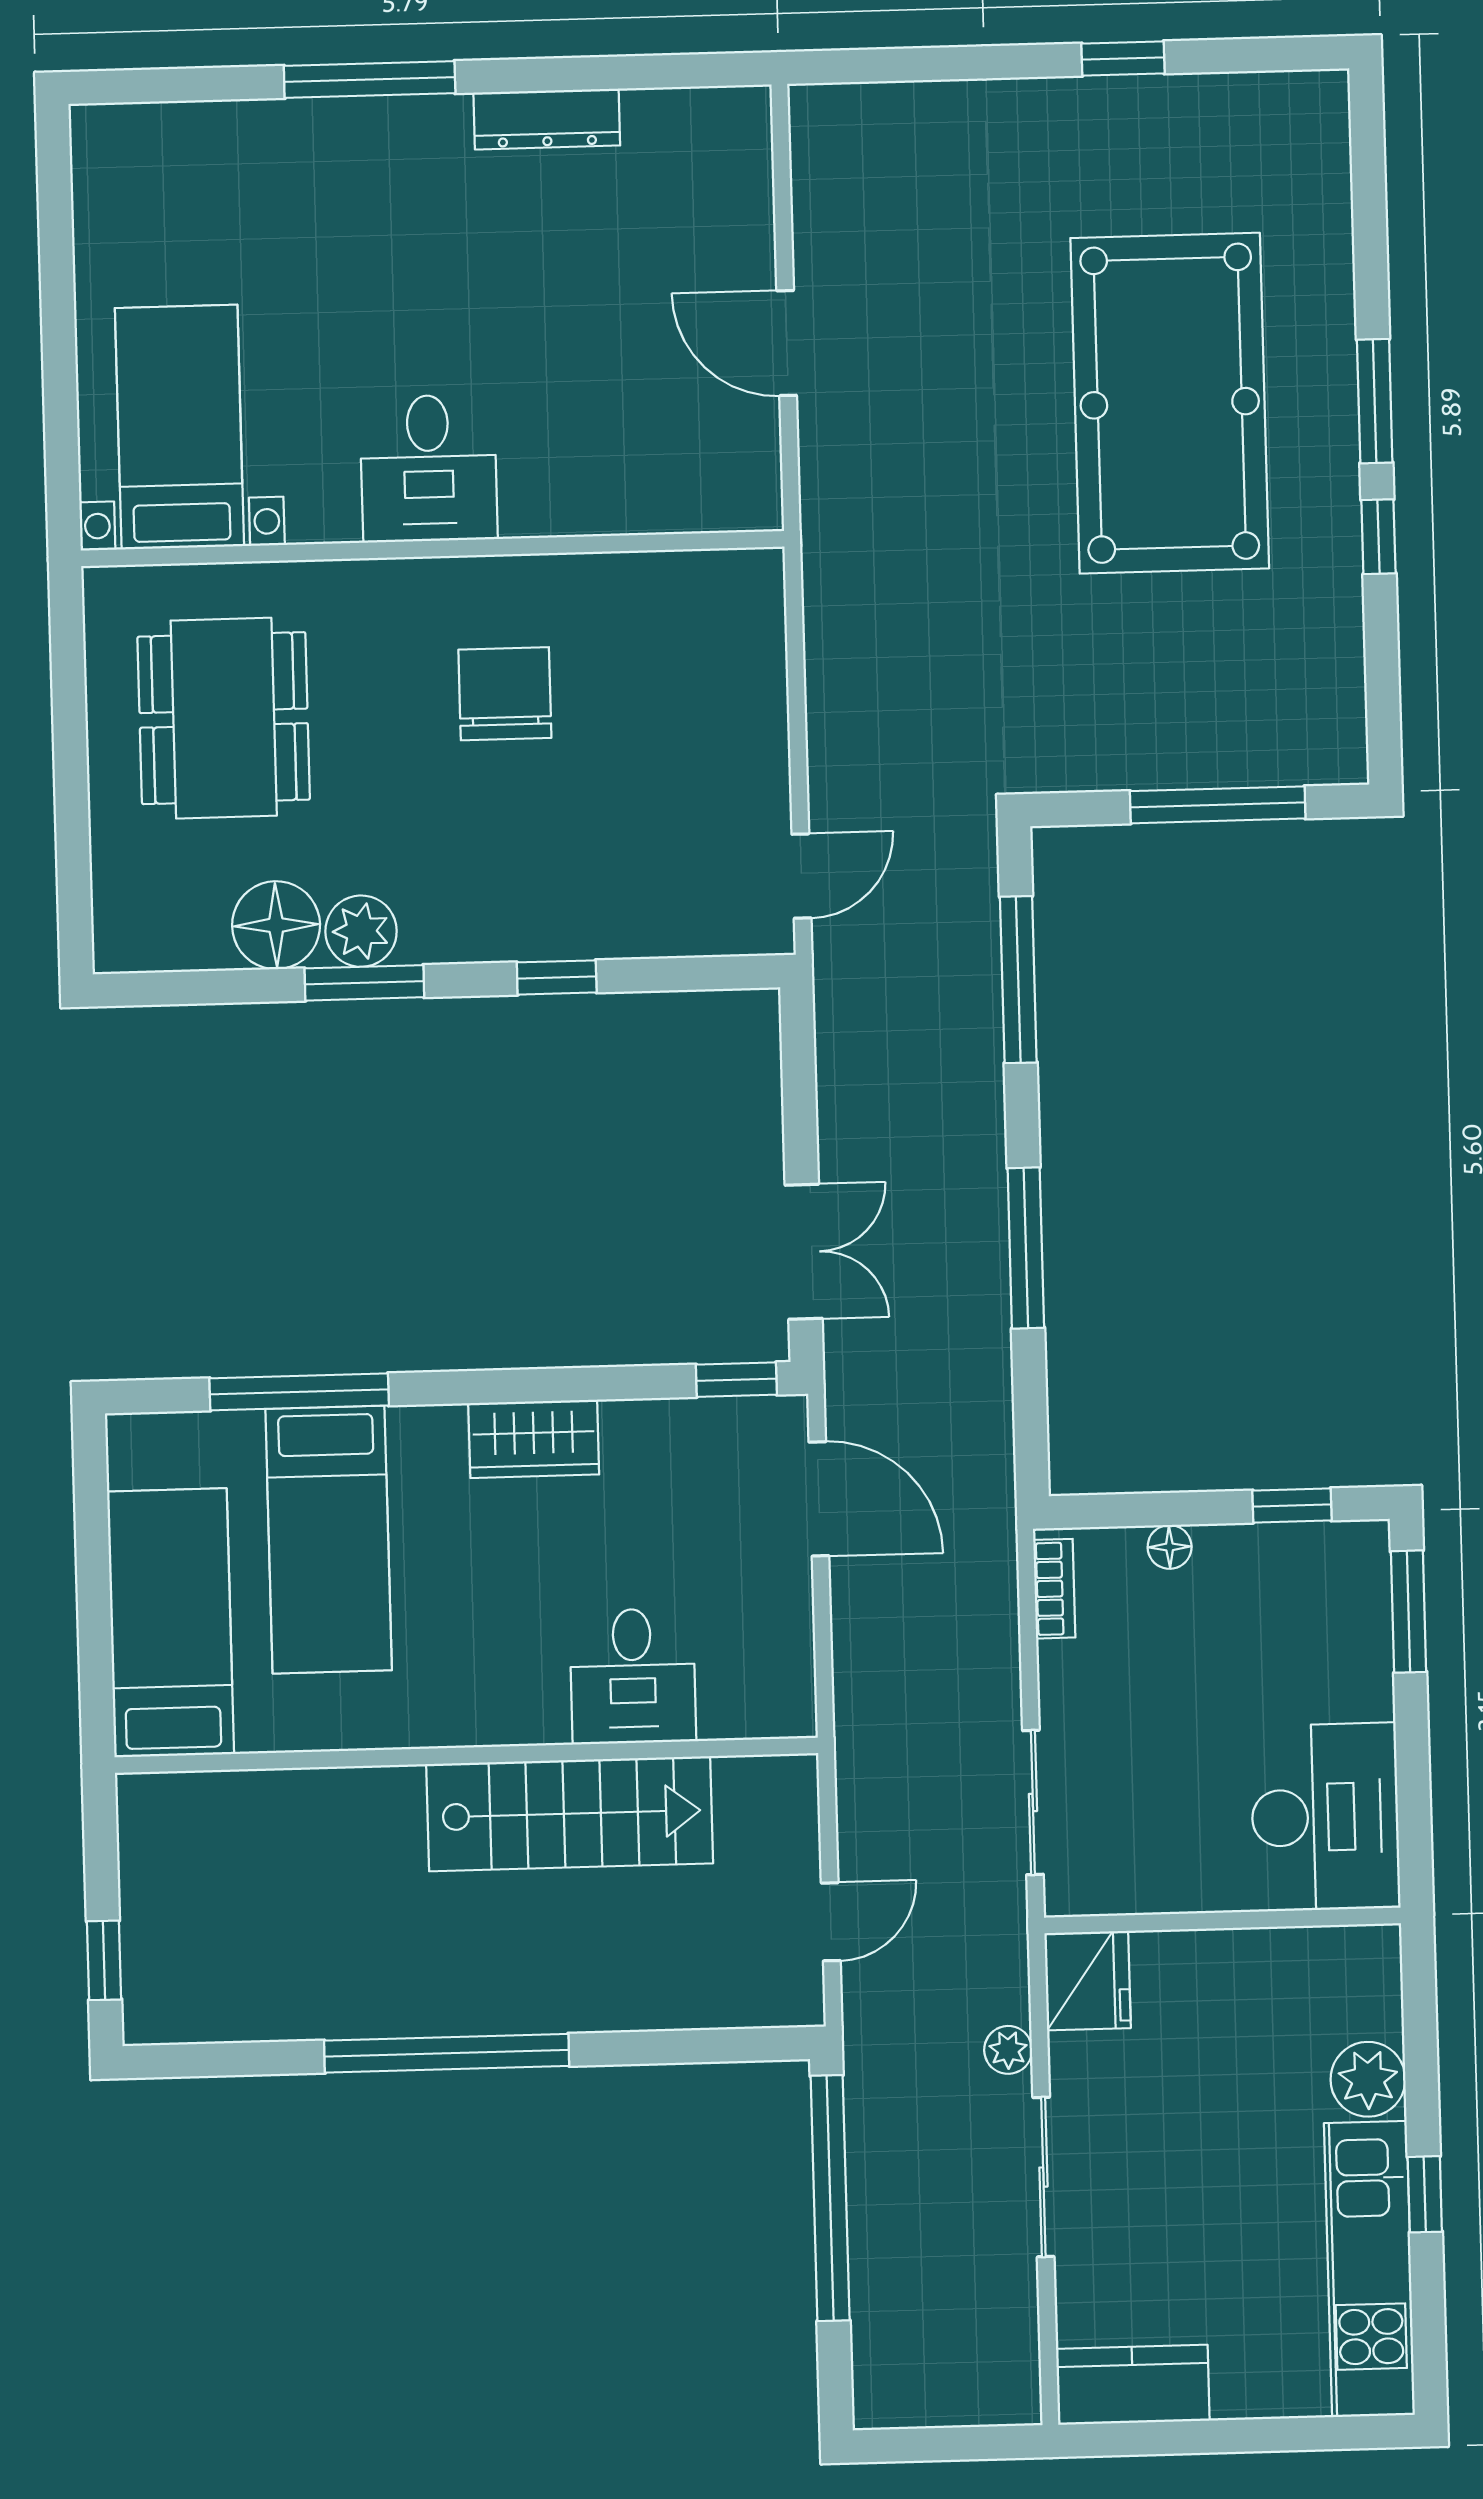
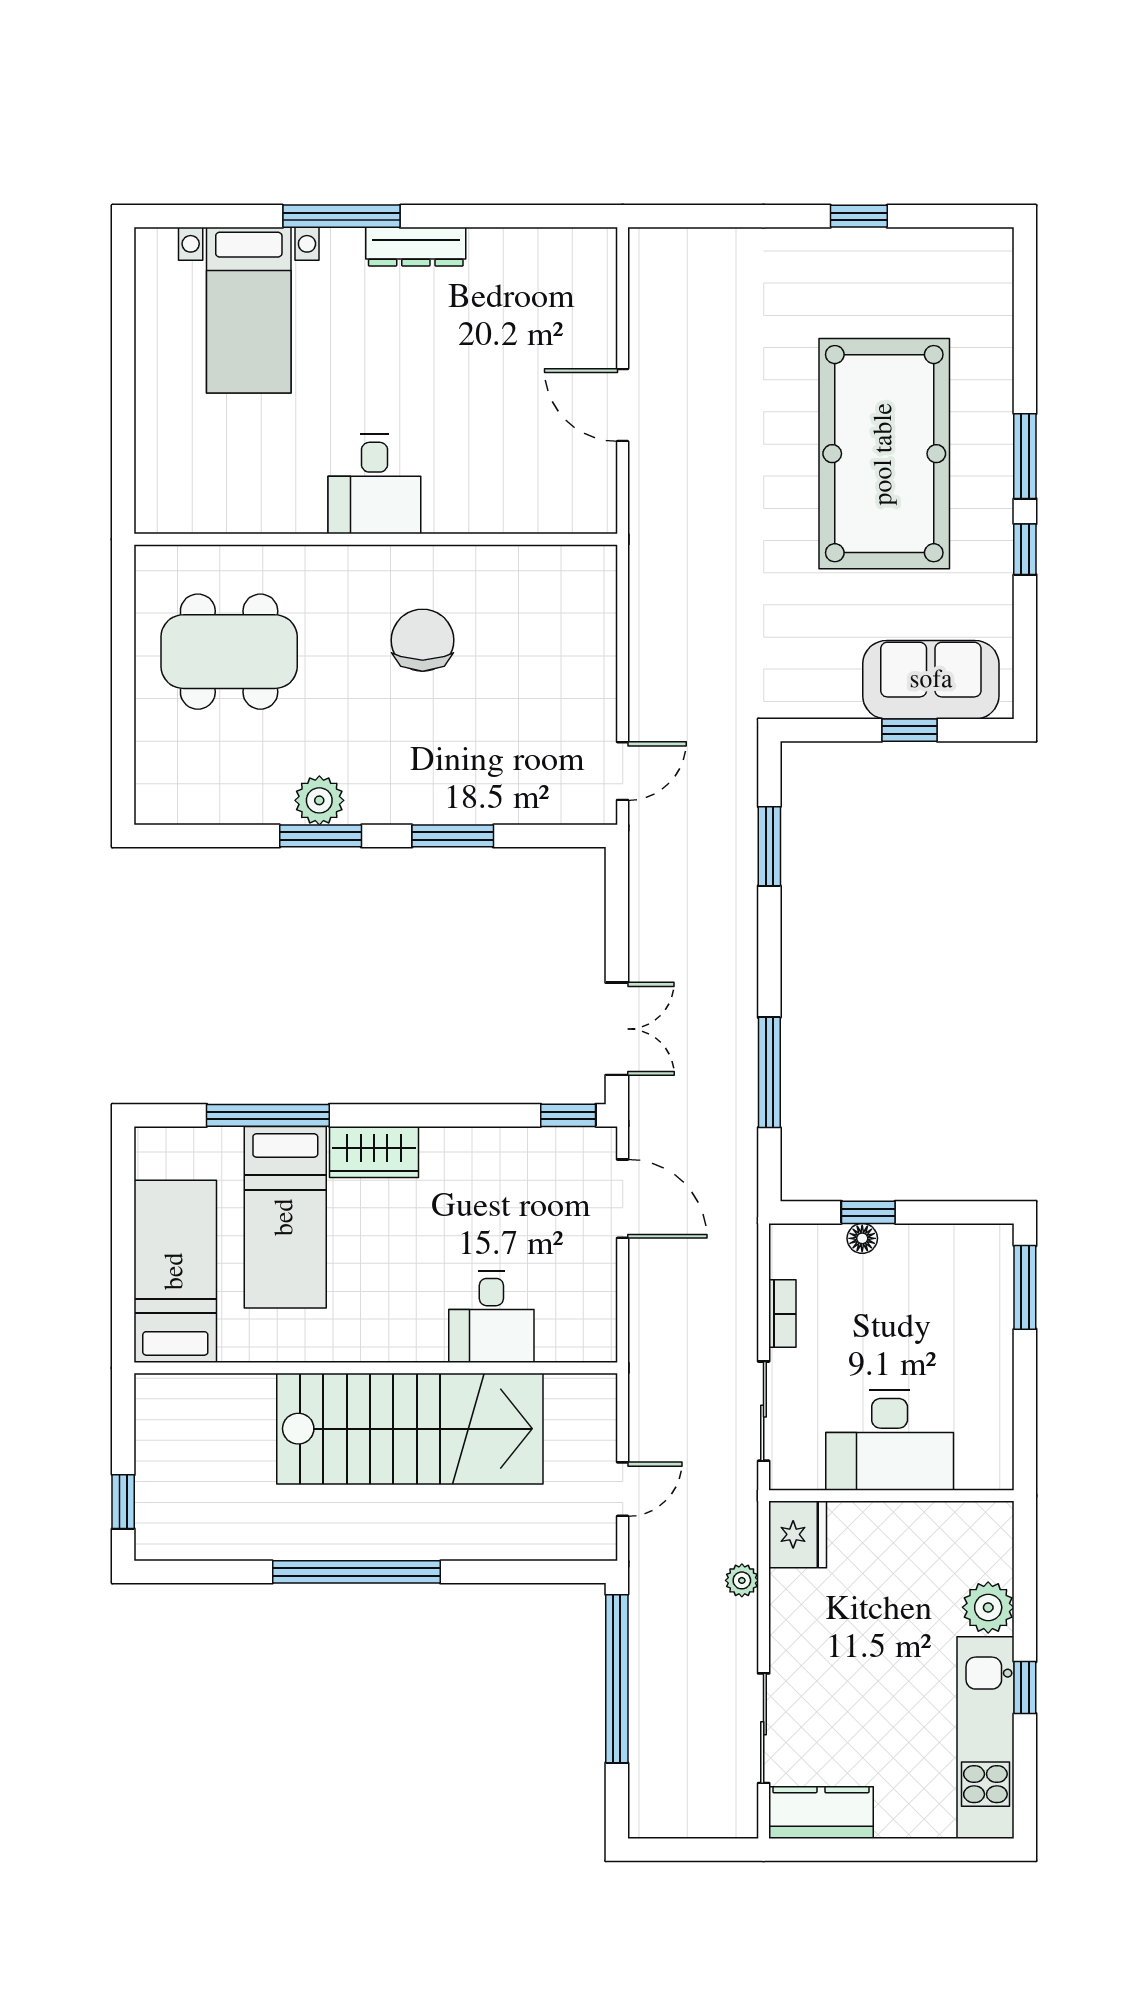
dresser: (547, 119) -> (416, 247), moved
bed with nightstands: (179, 427) -> (249, 310), moved, turned 180
dining table: (224, 718) -> (229, 652), turned 90
sofa: (1247, 731) -> (931, 680), added
window: (1218, 805) -> (909, 730), width x0.46
floor lamp: (276, 925) -> (261, 795), removed
window: (557, 977) -> (453, 836), width x1.50
window: (1018, 980) -> (769, 846), width x0.69
window: (1026, 1248) -> (769, 1072), moved
wardrobe: (534, 1439) -> (374, 1152), moved
window: (1292, 1505) -> (868, 1212), moved
bookcase: (1054, 1589) -> (782, 1314), moved
stairs: (570, 1814) -> (410, 1429), width x1.36, depth x1.51
desk: (1325, 1817) -> (890, 1440), moved, turned 90
sliding door: (1043, 2177) -> (764, 1728), moved

